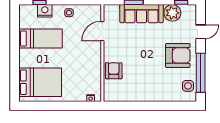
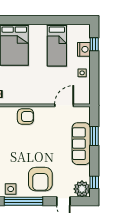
plant: (172, 13) -> (82, 189), moved
door: (102, 31) -> (64, 105), hinge flipped

